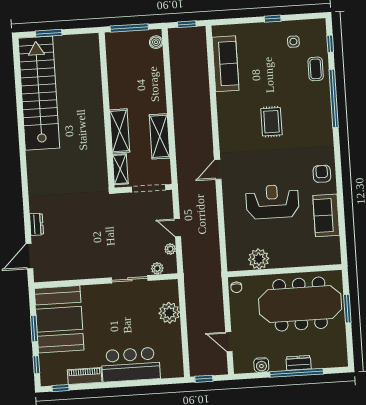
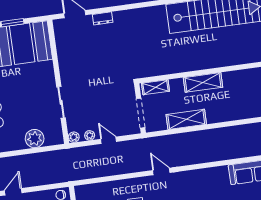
shelving: (120, 131) -> (203, 82), moved
door: (177, 228) -> (109, 140), hinge flipped
plant: (157, 268) -> (74, 137), moved

